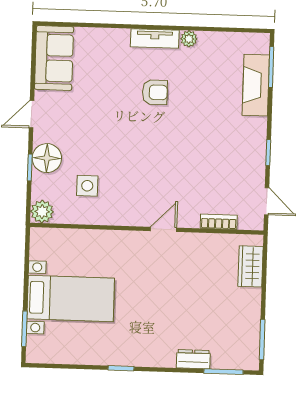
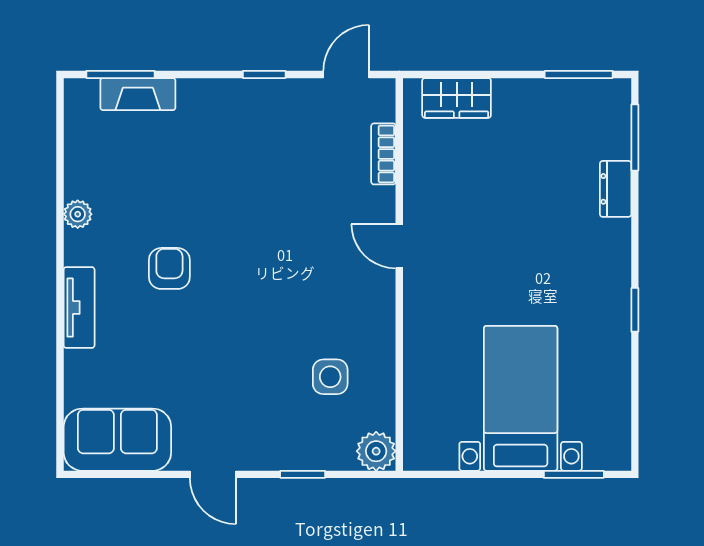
tv unit: (155, 39) -> (79, 308), moved
fireplace: (256, 85) -> (138, 94), width x0.73, depth x0.76
floor lamp: (47, 158) -> (286, 446), removed

